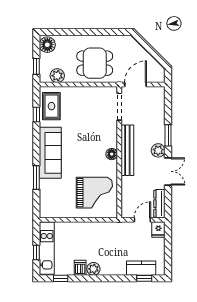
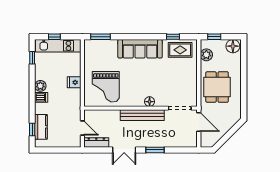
plant: (158, 150) -> (142, 142), removed
floor lamp: (112, 154) -> (150, 102), moved
window: (36, 178) -> (100, 37), moved
fridge: (158, 230) -> (74, 82), moved
dishwasher: (80, 268) -> (41, 97), moved

